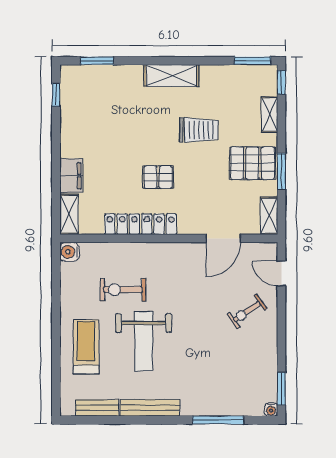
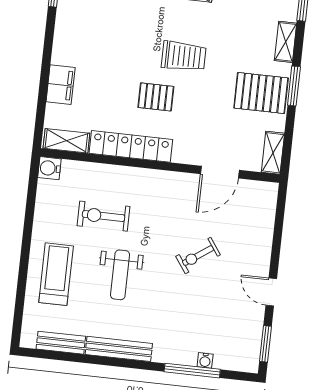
trolley: (199, 130) -> (184, 56), moved
window: (281, 172) -> (294, 86), moved
shelving: (69, 214) -> (66, 141), moved, turned 90
door: (281, 273) -> (271, 292), moved
exercise bike: (247, 312) -> (198, 256), moved
weight bench: (144, 341) -> (120, 275), width x0.73, depth x0.75
water cooler: (271, 410) -> (205, 360), moved

